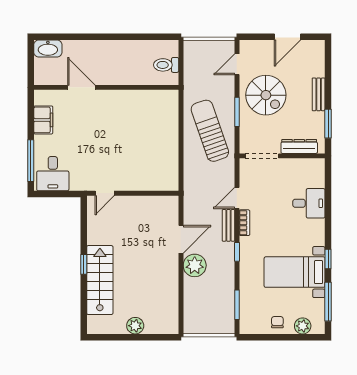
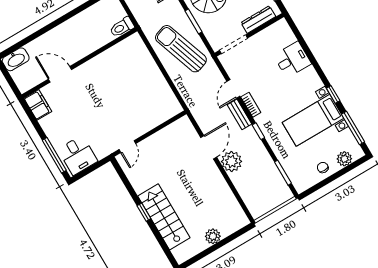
toilet: (166, 65) -> (122, 27), moved
filing cabinet: (43, 120) -> (38, 105), moved

